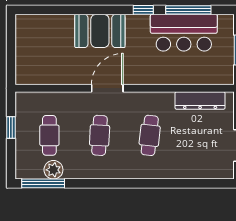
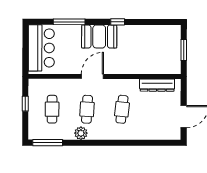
window: (188, 10) -> (69, 22), moved
booth: (100, 31) -> (99, 36), moved
bar counter: (184, 33) -> (41, 48), moved, turned -90
plant: (53, 170) -> (81, 133), moved

